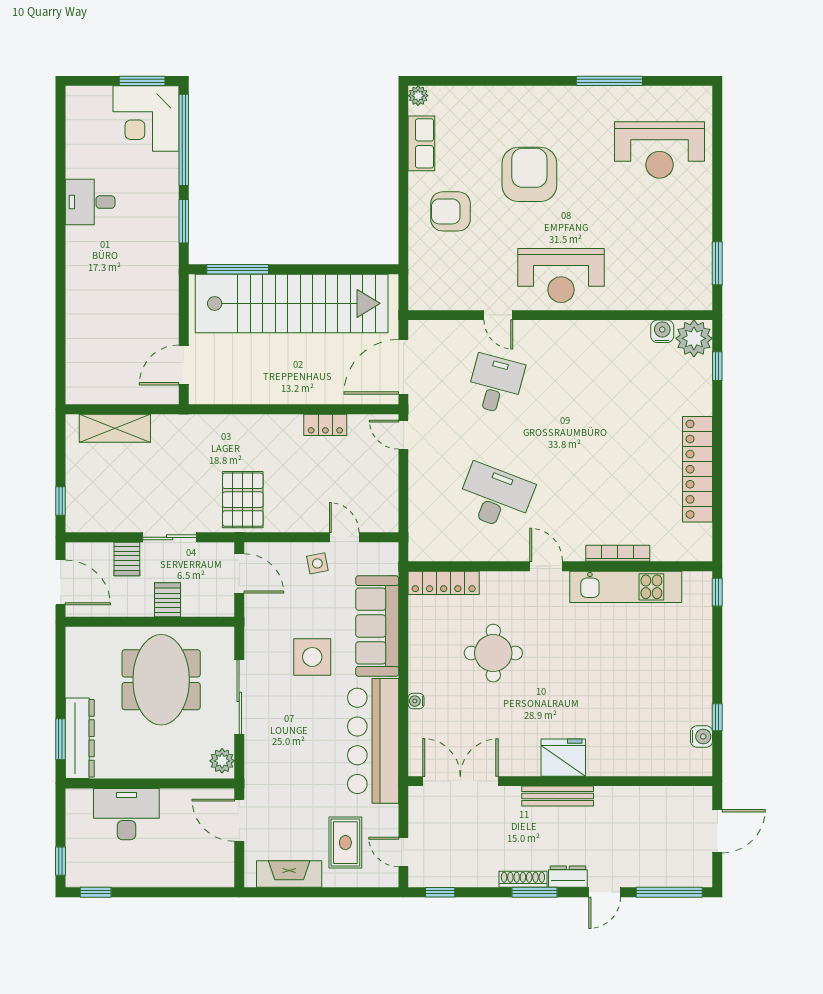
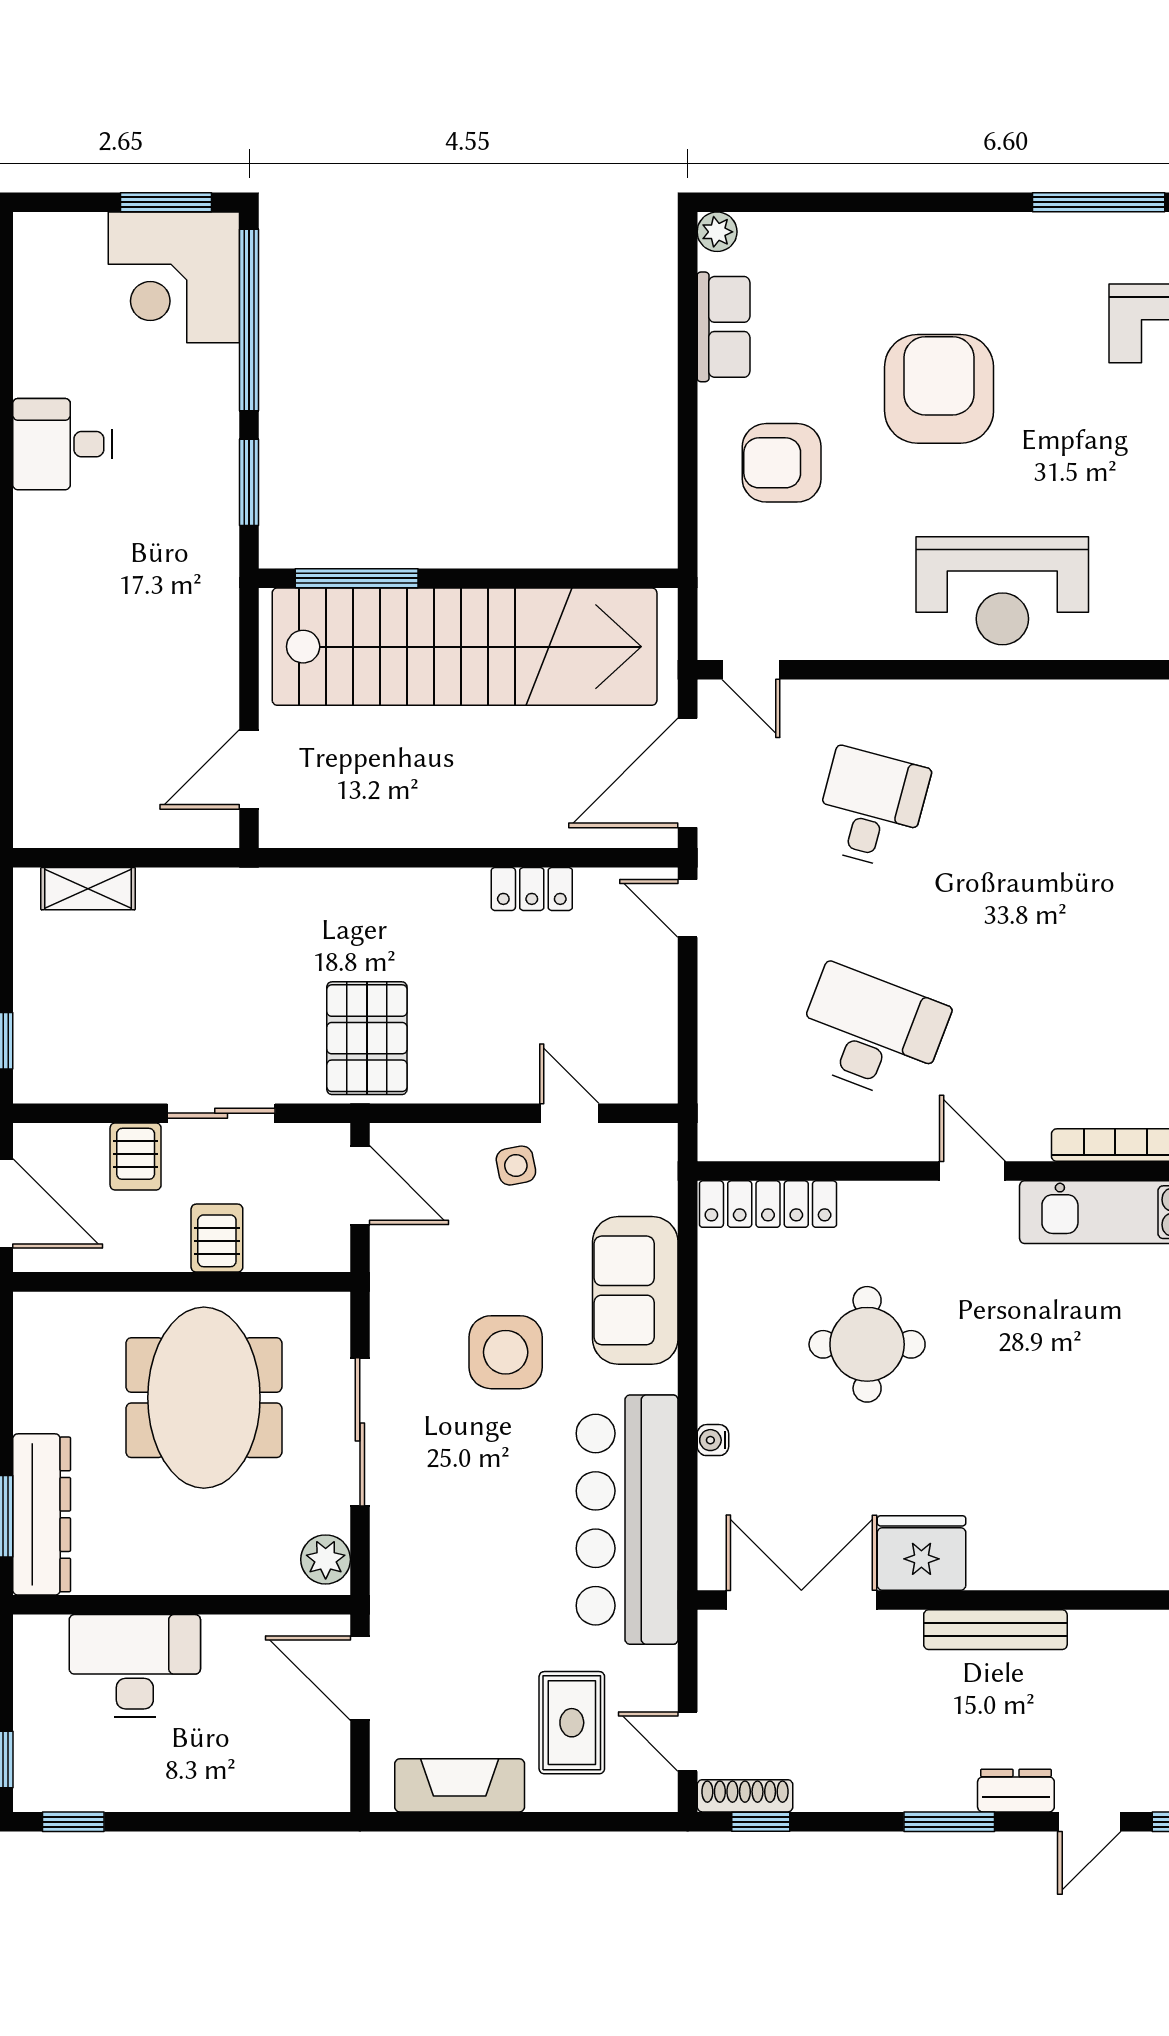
door: (498, 315) -> (751, 670), moved
shelving: (115, 428) -> (88, 889), width x0.67, depth x0.75
sofa: (377, 626) -> (635, 1290), width x0.73
fridge: (563, 758) -> (921, 1553), moved
shoe rack: (523, 879) -> (745, 1796), moved

